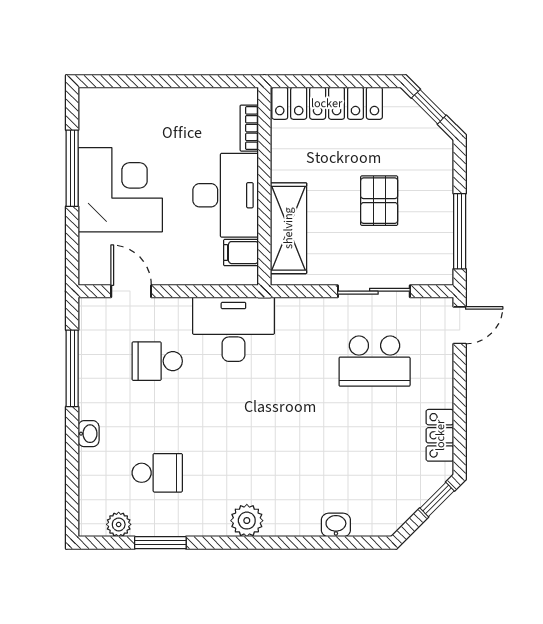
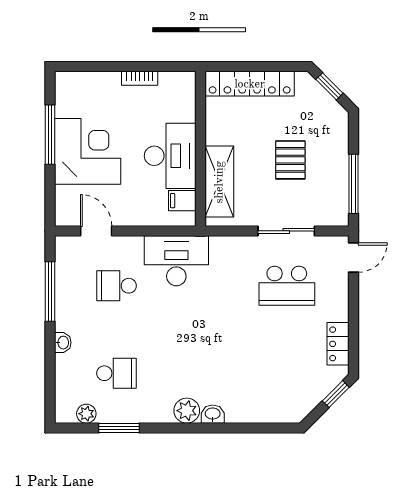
bookcase: (249, 128) -> (140, 78), moved, turned -90
washbasin: (336, 525) -> (213, 414), moved

